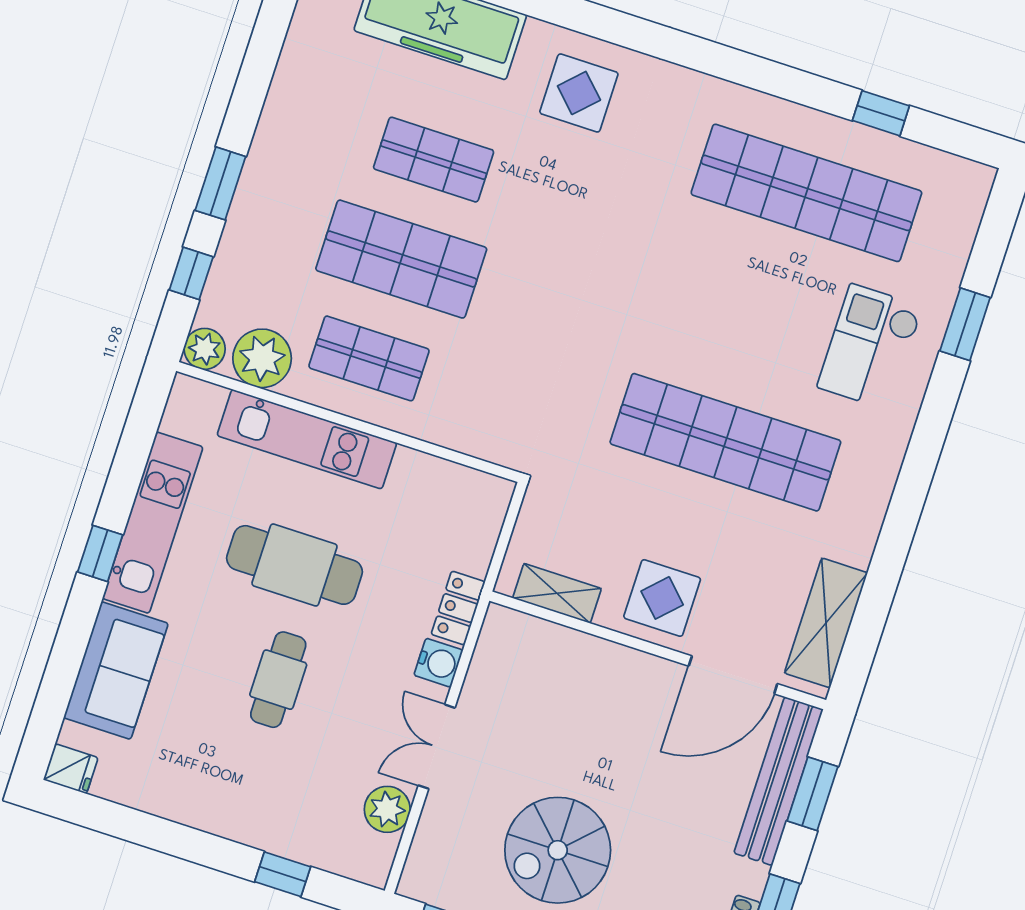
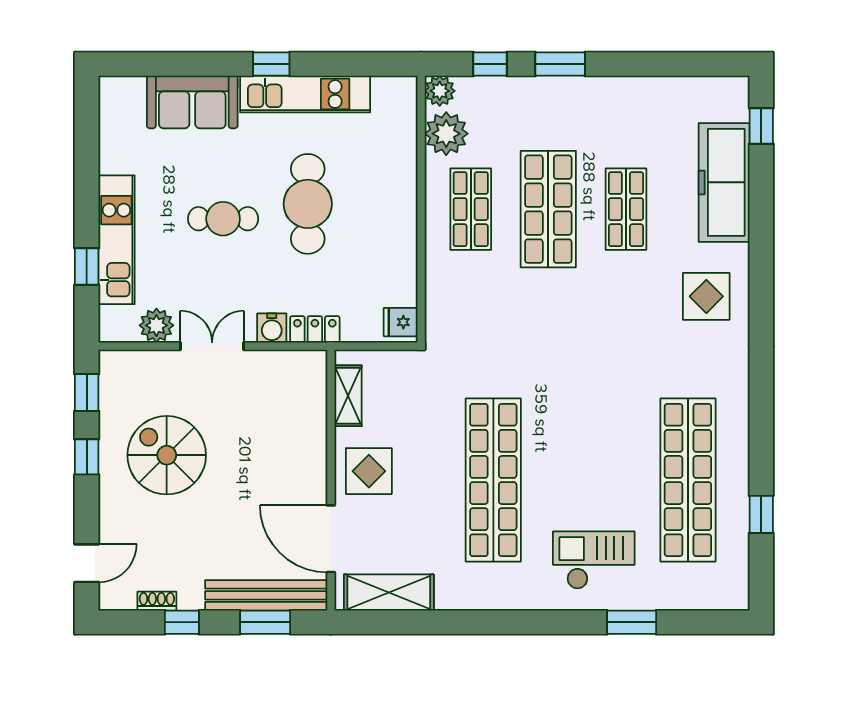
kitchen unit: (307, 439) -> (116, 240), moved, turned 180
fridge: (71, 769) -> (401, 322), moved, turned 90

